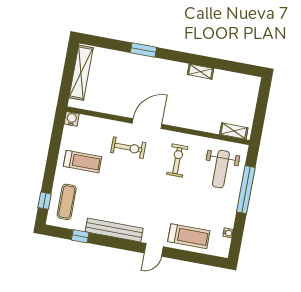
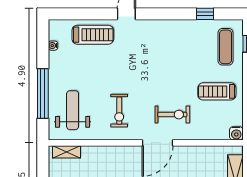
exercise bike: (128, 148) -> (172, 115), turned 180
bench: (114, 230) -> (171, 27), removed
treadmill: (189, 236) -> (93, 35), turned 180

